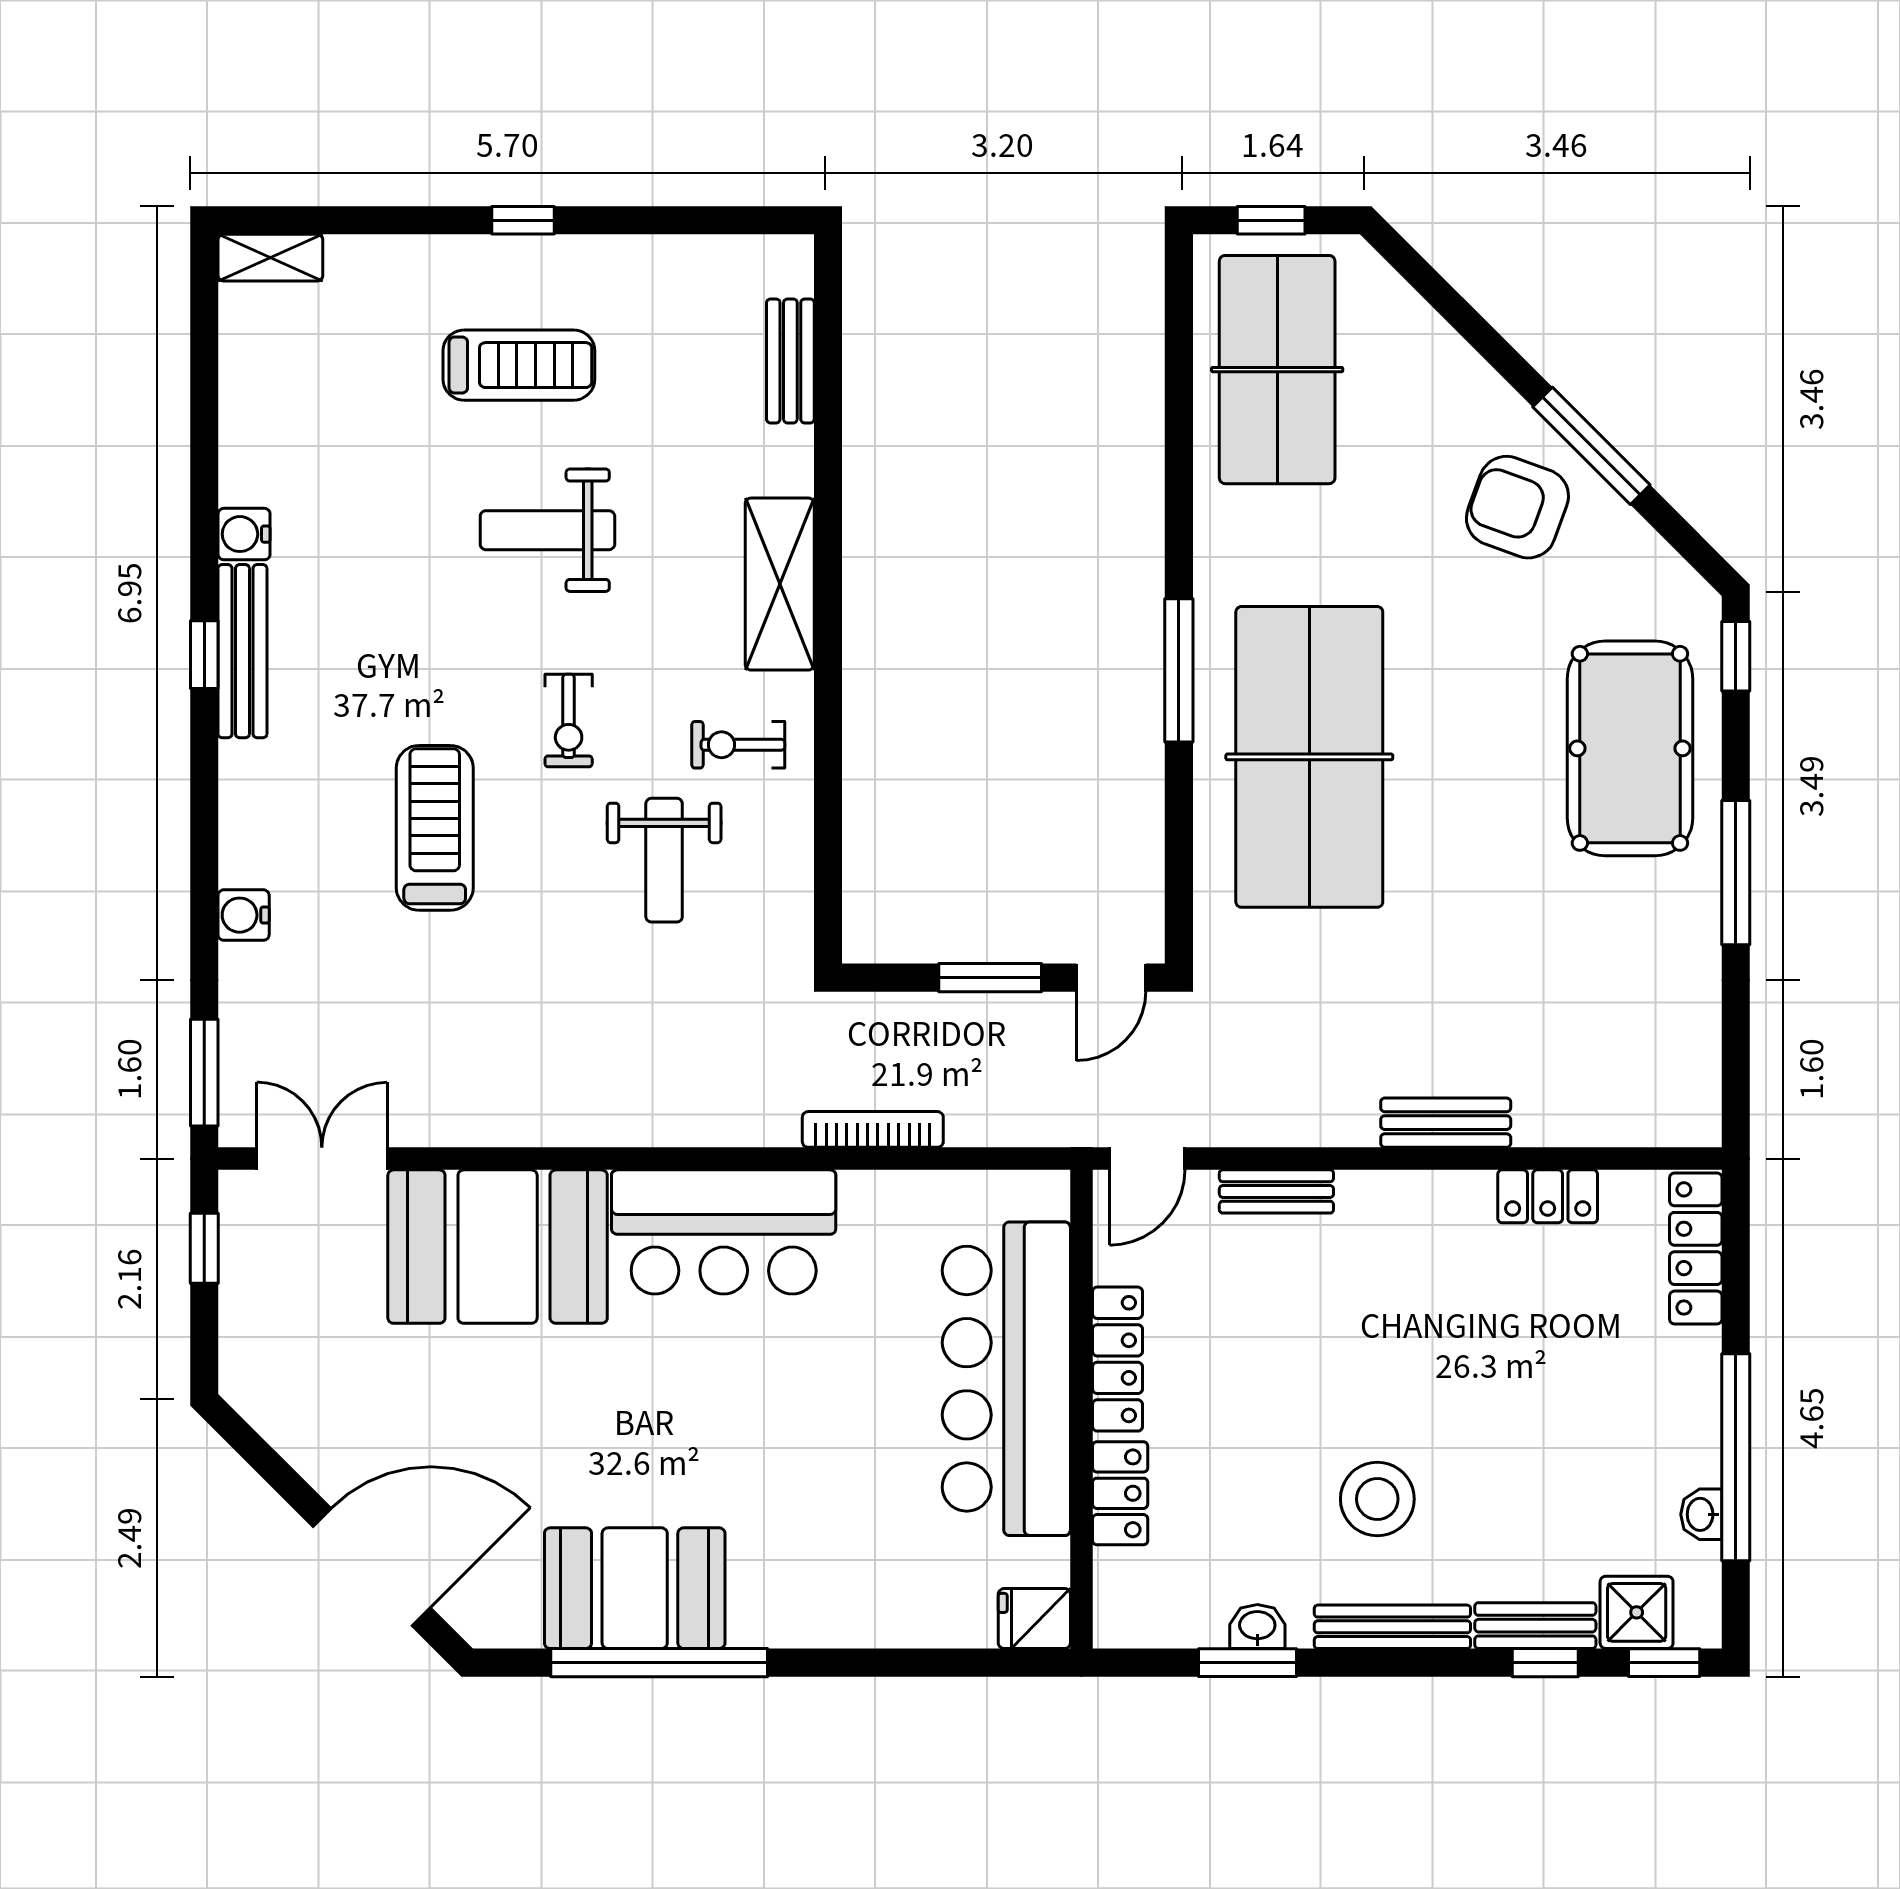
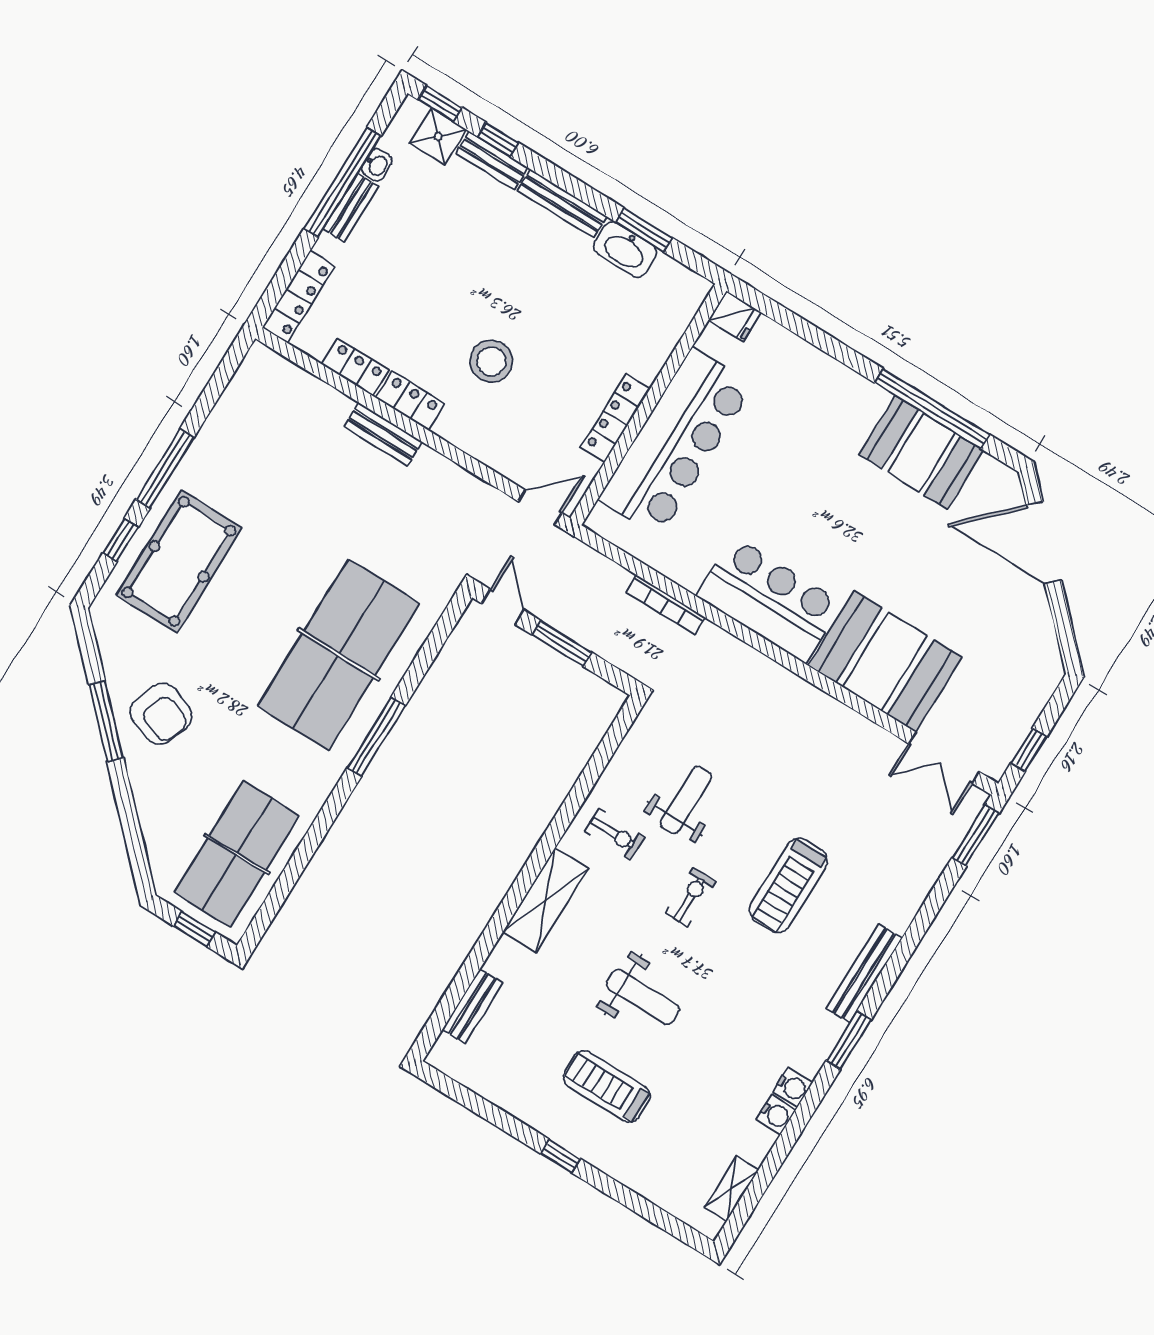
shelving: (270, 258) -> (731, 1188), moved, turned 90
bench: (242, 651) -> (864, 973), moved
window: (204, 655) -> (849, 1040), width x1.50
window: (1736, 656) -> (121, 540), moved
water cooler: (244, 915) -> (776, 1115), moved
door: (1111, 978) -> (503, 607), hinge flipped
bench: (1276, 1191) -> (351, 208), moved, turned 90
locker: (1120, 1493) -> (410, 401), moved, turned 90
stool: (1377, 1499) -> (491, 361), moved
washbasin: (1257, 1626) -> (625, 250), width x1.91, depth x1.45

